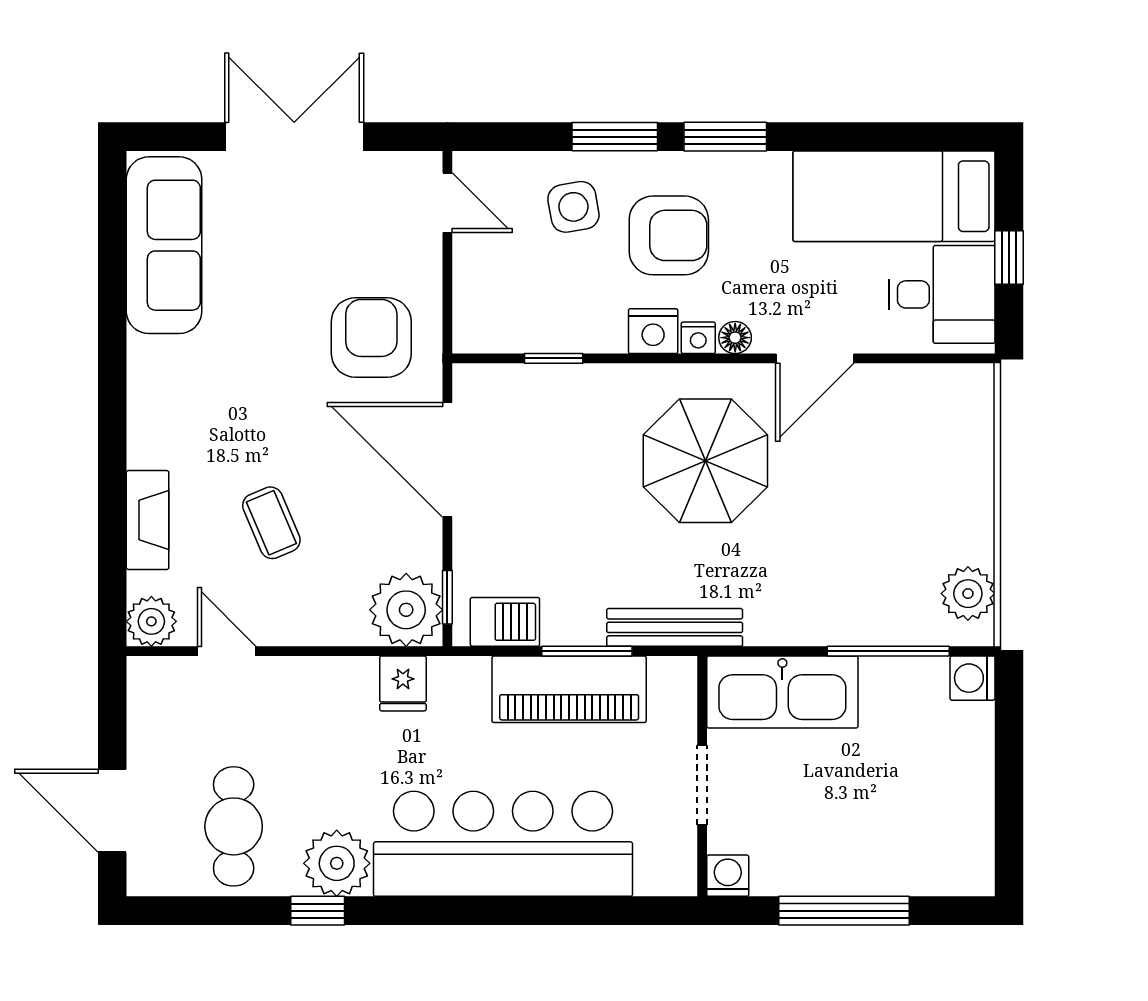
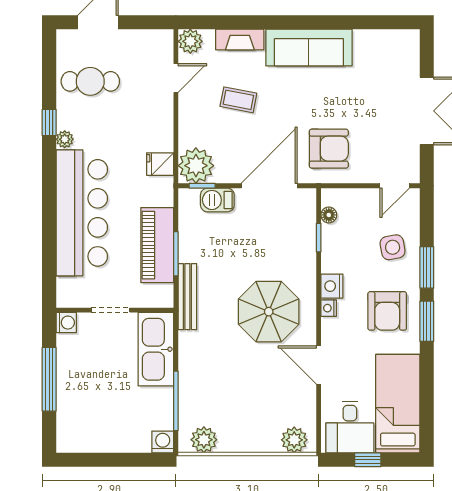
armchair: (669, 235) -> (387, 311), moved
sofa: (164, 245) -> (309, 47), moved
floor lamp: (735, 338) -> (329, 215), moved
plant: (968, 408) -> (294, 440), added
coffee table: (271, 523) -> (238, 100), turned 34
barbecue: (505, 622) -> (217, 200), moved, turned 90
plant: (337, 863) -> (65, 139), width x0.53, depth x0.53

